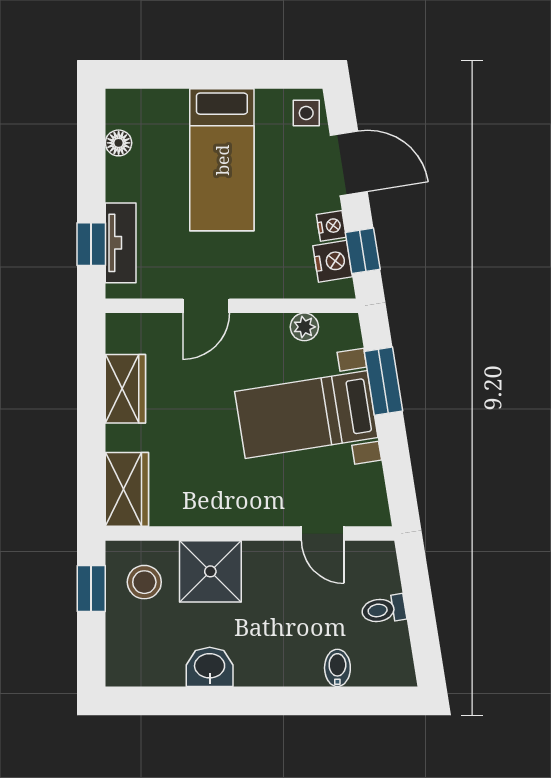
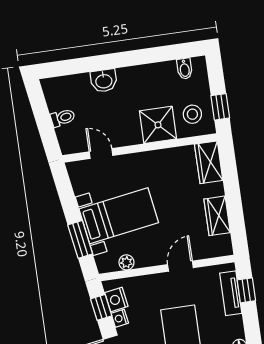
washbasin: (210, 667) -> (104, 81), moved
bidet: (337, 668) -> (185, 69), moved

